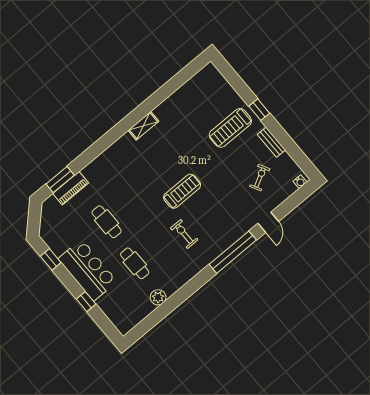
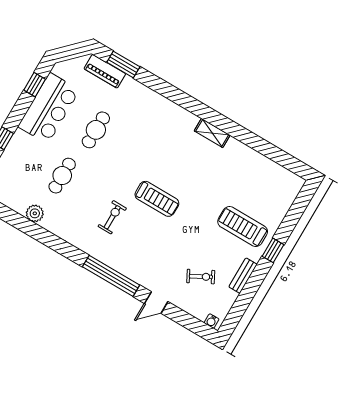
piano: (71, 188) -> (105, 71), moved
bar counter: (88, 270) -> (49, 108), moved

